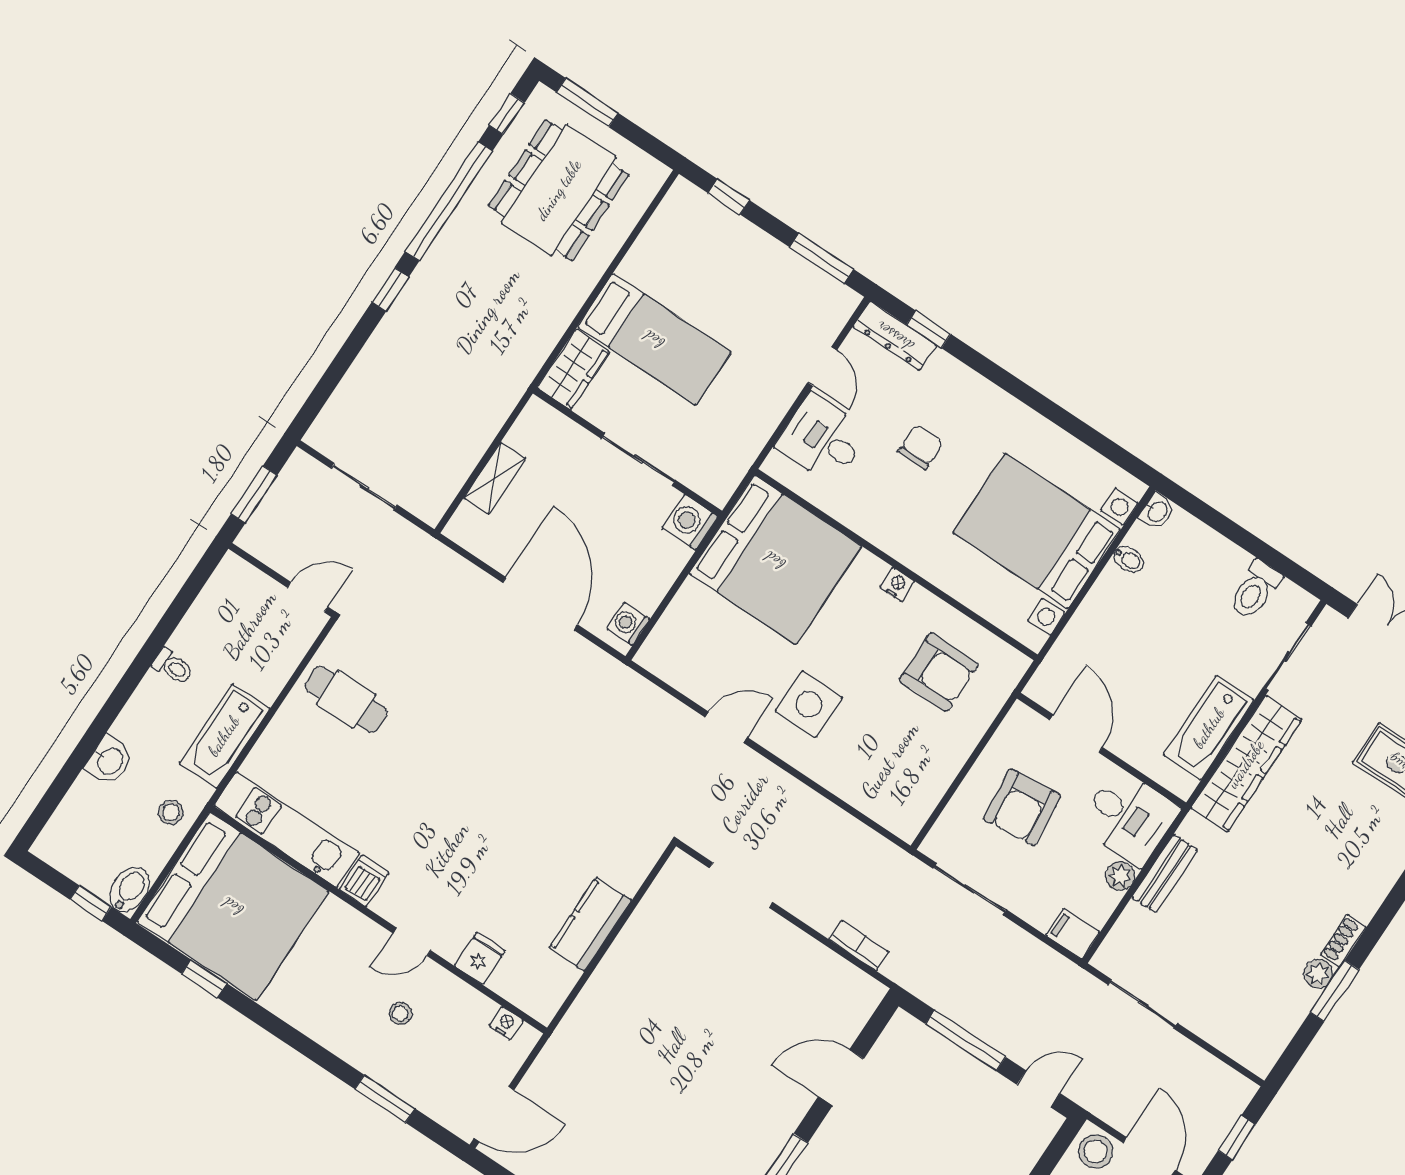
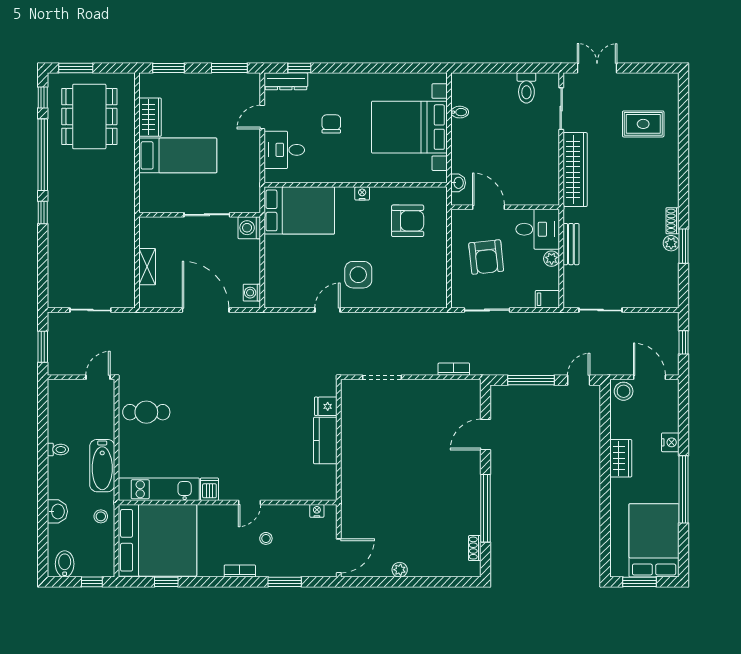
window: (729, 197) -> (168, 68), width x1.50
door: (822, 366) -> (262, 117), swing flipped
wardrobe: (573, 370) -> (150, 117), moved
washbasin: (1157, 511) -> (458, 183), moved
bed: (775, 560) -> (299, 210), width x0.73
bathtub: (1209, 728) -> (547, 165), removed
bidet: (130, 890) -> (65, 564), moved
fridge: (480, 958) -> (326, 406), moved, turned -90
bookcase: (328, 1037) -> (240, 571), added

